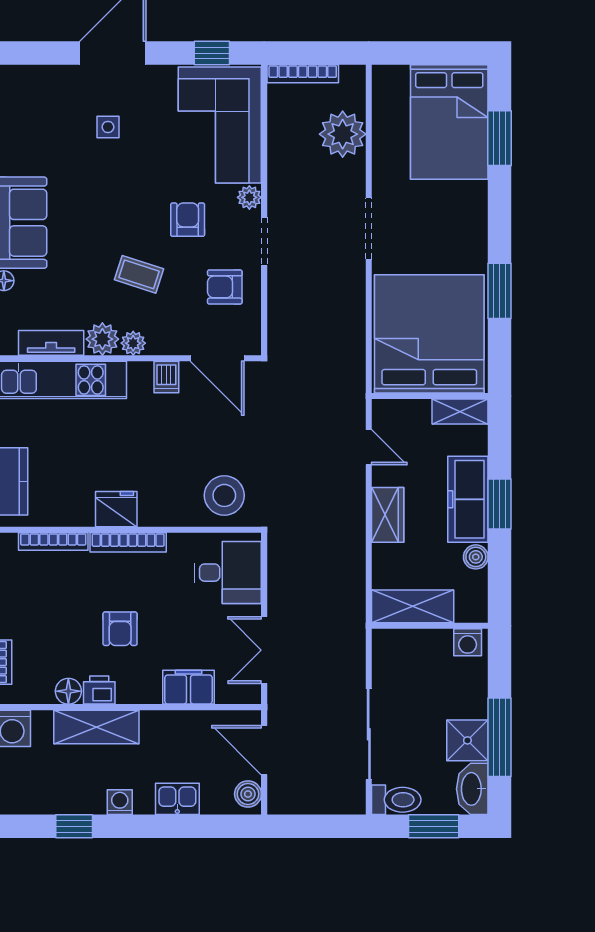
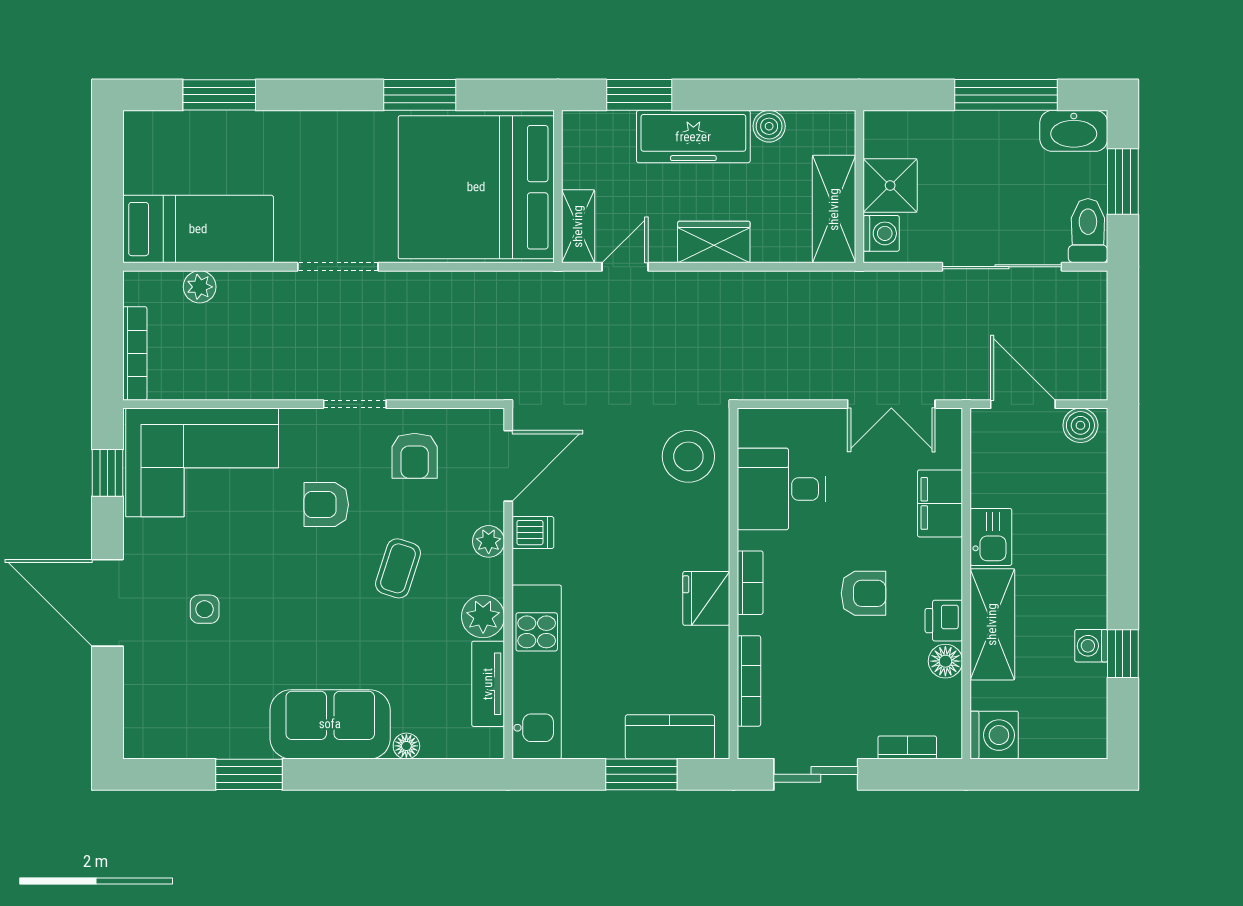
bed: (449, 122) -> (198, 229), moved, width x0.67
plant: (343, 134) -> (200, 287), width x0.53, depth x0.53
plant: (249, 197) -> (297, 424), removed
plant: (133, 343) -> (489, 541), moved
shelving: (460, 412) -> (578, 226), moved
window: (500, 504) -> (639, 95), moved
bookcase: (128, 542) -> (750, 583), width x0.64
desk: (228, 573) -> (781, 489), moved, turned -90
washing machine: (468, 642) -> (881, 233), moved
shower: (467, 740) -> (890, 185), moved
door: (264, 750) -> (1023, 404), swing flipped
kitchen sink: (177, 799) -> (991, 537), moved, turned 180
washing machine: (120, 802) -> (1091, 646), moved

